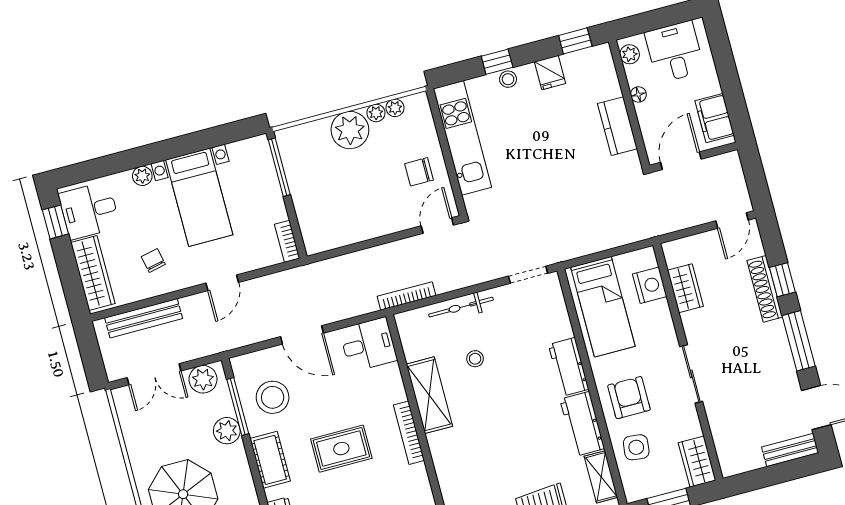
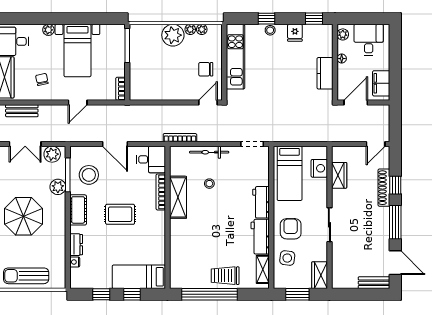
bench: (144, 318) -> (22, 111), width x0.73
bookcase: (409, 433) -> (161, 192), moved

